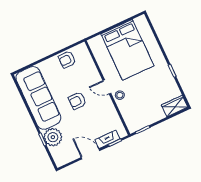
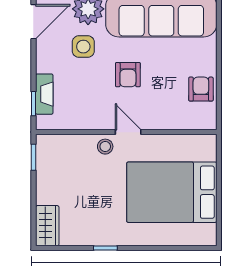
door: (107, 87) -> (128, 132), hinge flipped
armchair: (77, 101) -> (128, 75), turned 180
side table: (73, 131) -> (83, 47), added
door: (90, 154) -> (33, 22), moved

